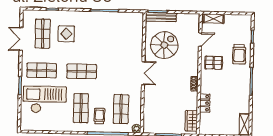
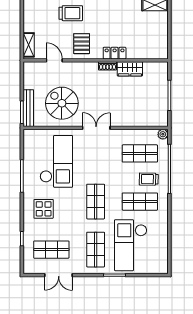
display table: (66, 34) -> (44, 209), moved
checkout: (116, 39) -> (56, 161), added
locker: (205, 103) -> (115, 53), moved
wardrobe: (191, 121) -> (130, 69), moved

